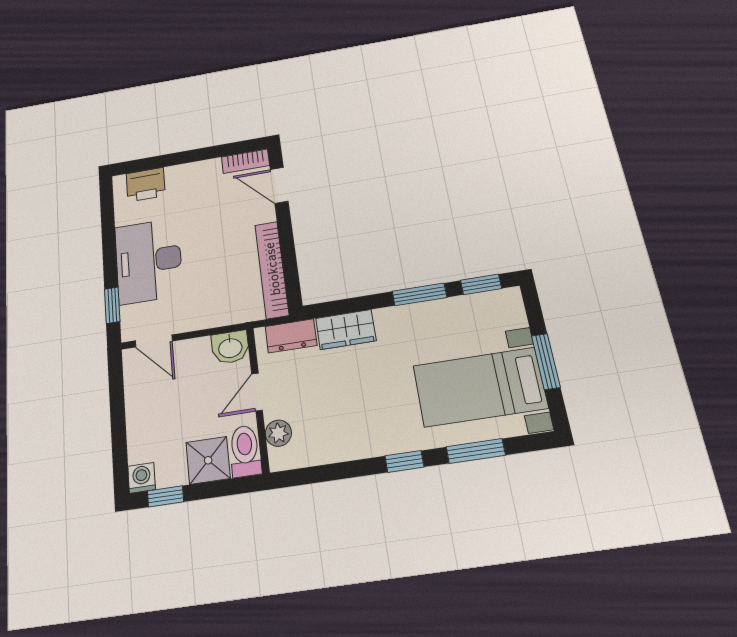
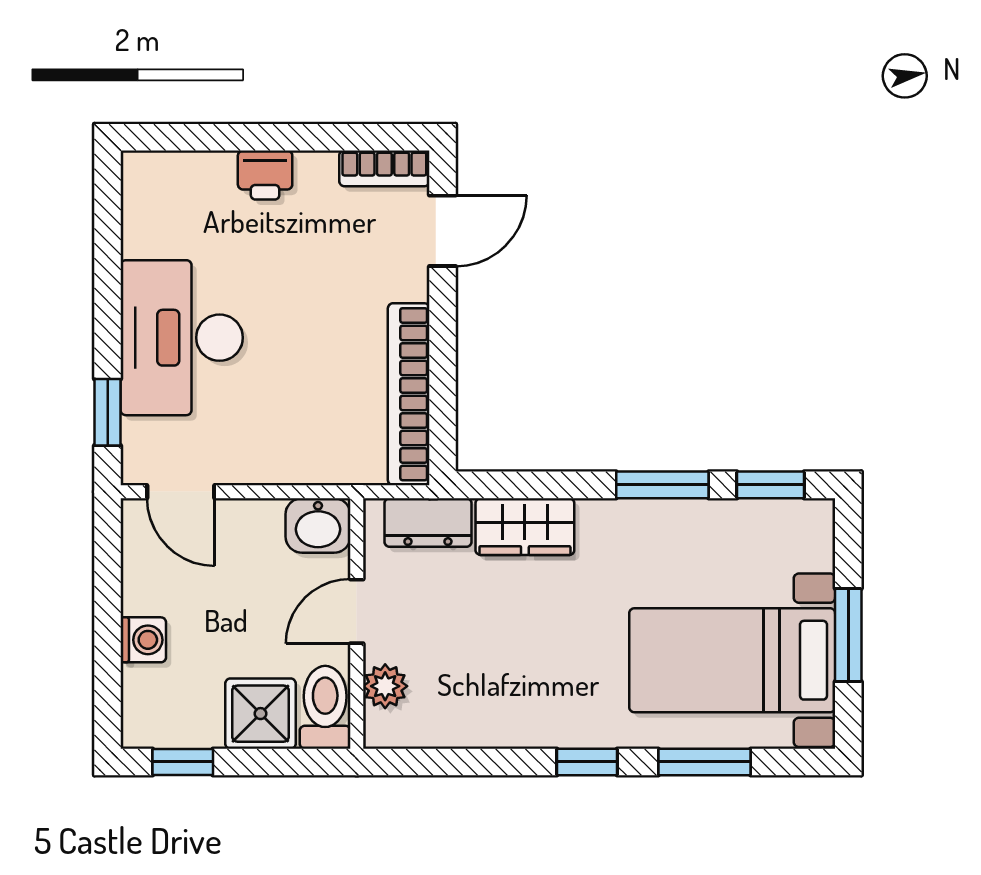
printer: (146, 185) -> (265, 175), moved, width x0.73, depth x0.81
door: (279, 185) -> (443, 231), swing flipped
washing machine: (142, 478) -> (143, 640), moved, turned 90

